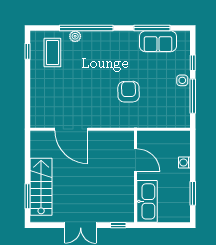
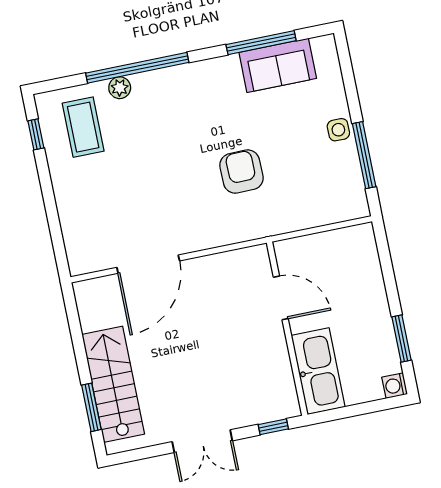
window: (193, 63) -> (351, 92), removed
door: (71, 129) -> (148, 264), hinge flipped
washing machine: (184, 163) -> (395, 386), moved

